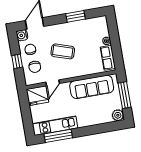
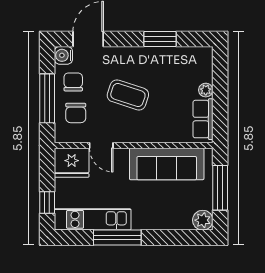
window: (17, 61) -> (47, 98), width x2.17
door: (53, 83) -> (101, 146), hinge flipped
window: (27, 121) -> (47, 202), added
window: (58, 136) -> (117, 237), moved

